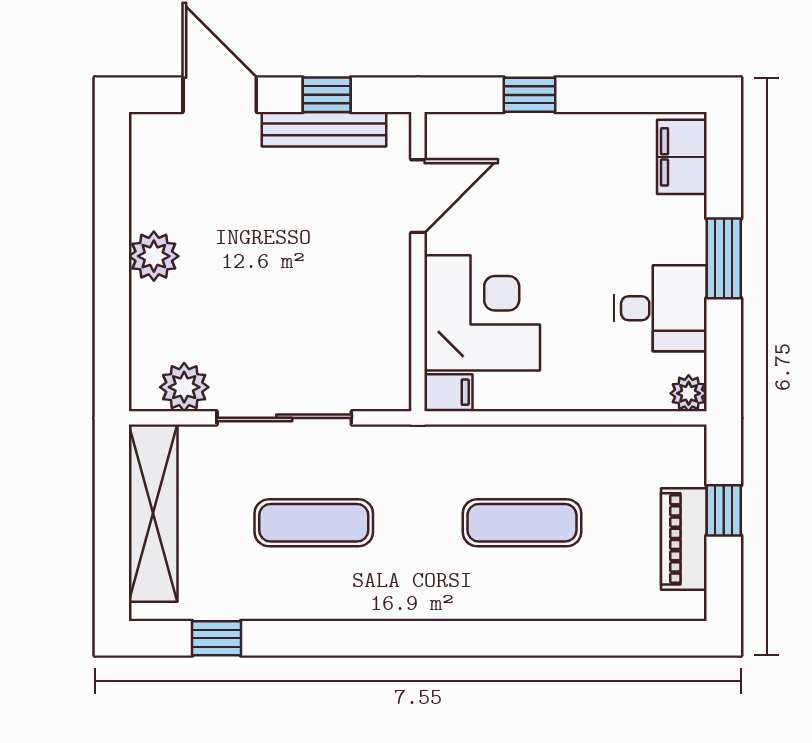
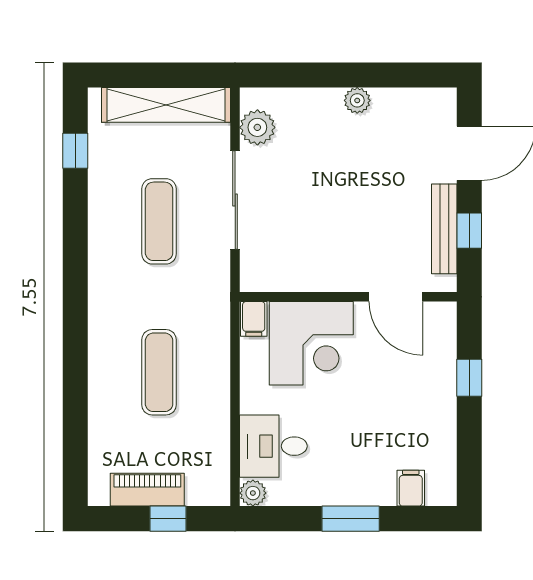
filing cabinet: (682, 157) -> (411, 488), width x0.50
plant: (154, 256) -> (357, 100), width x0.73, depth x0.73
desk: (660, 308) -> (273, 446), moved, turned 90

